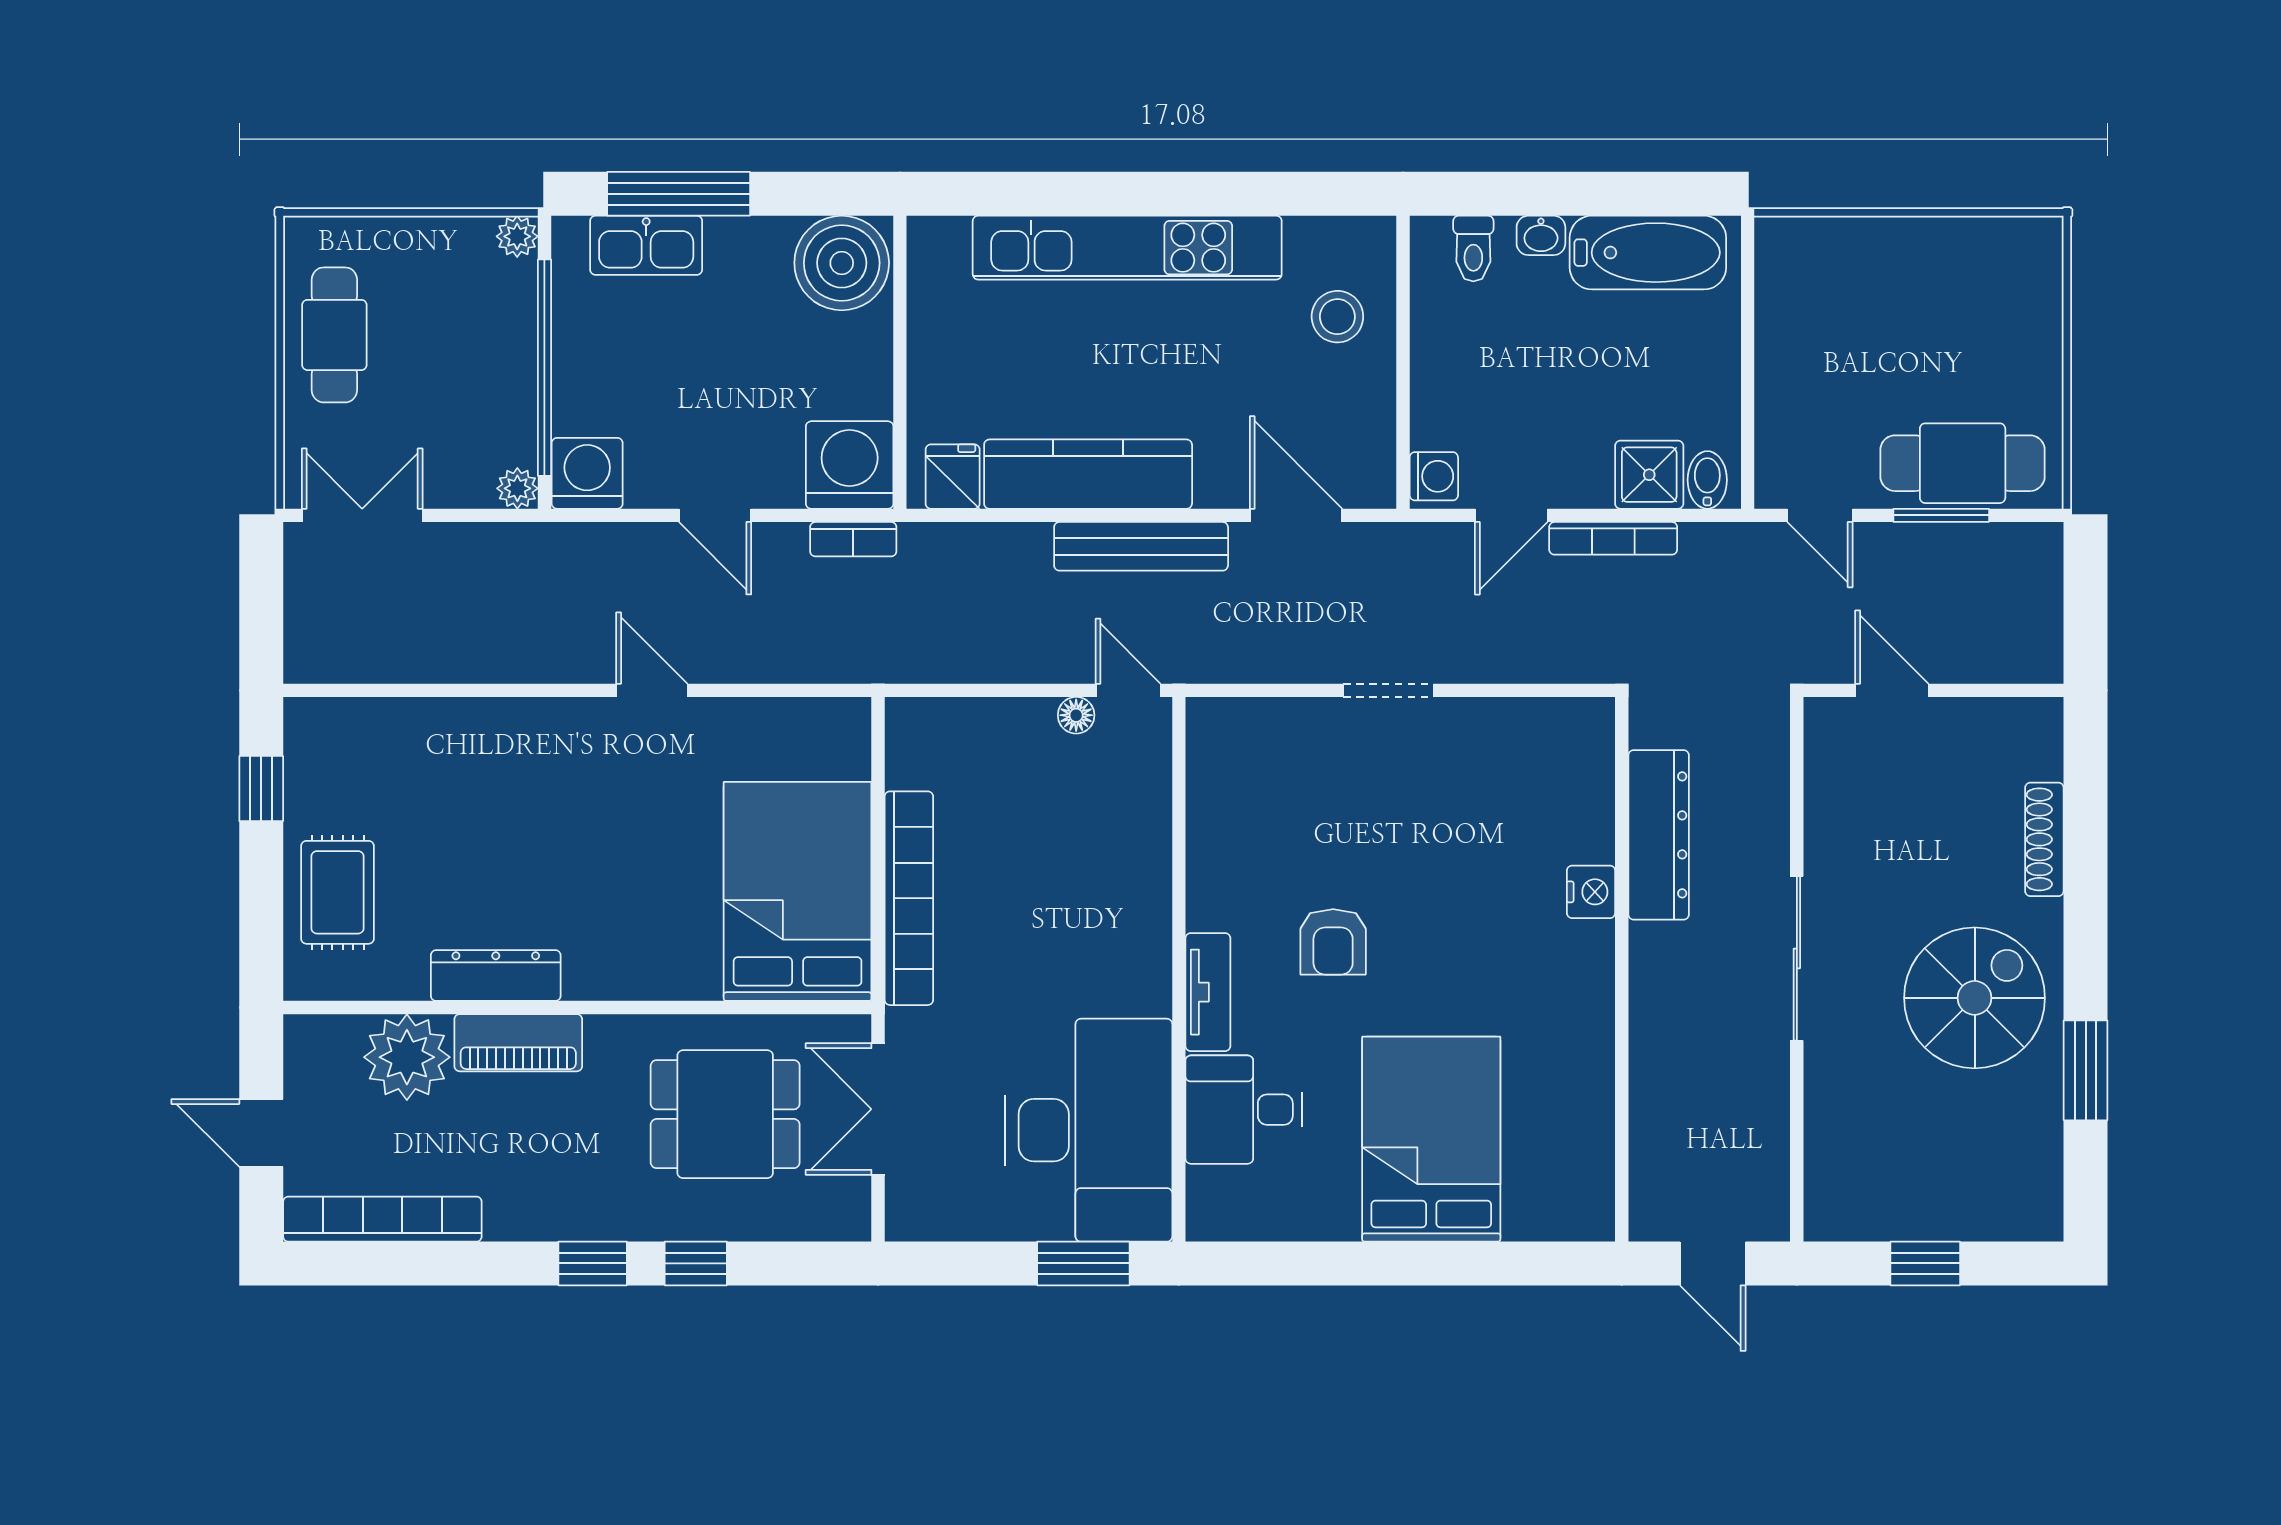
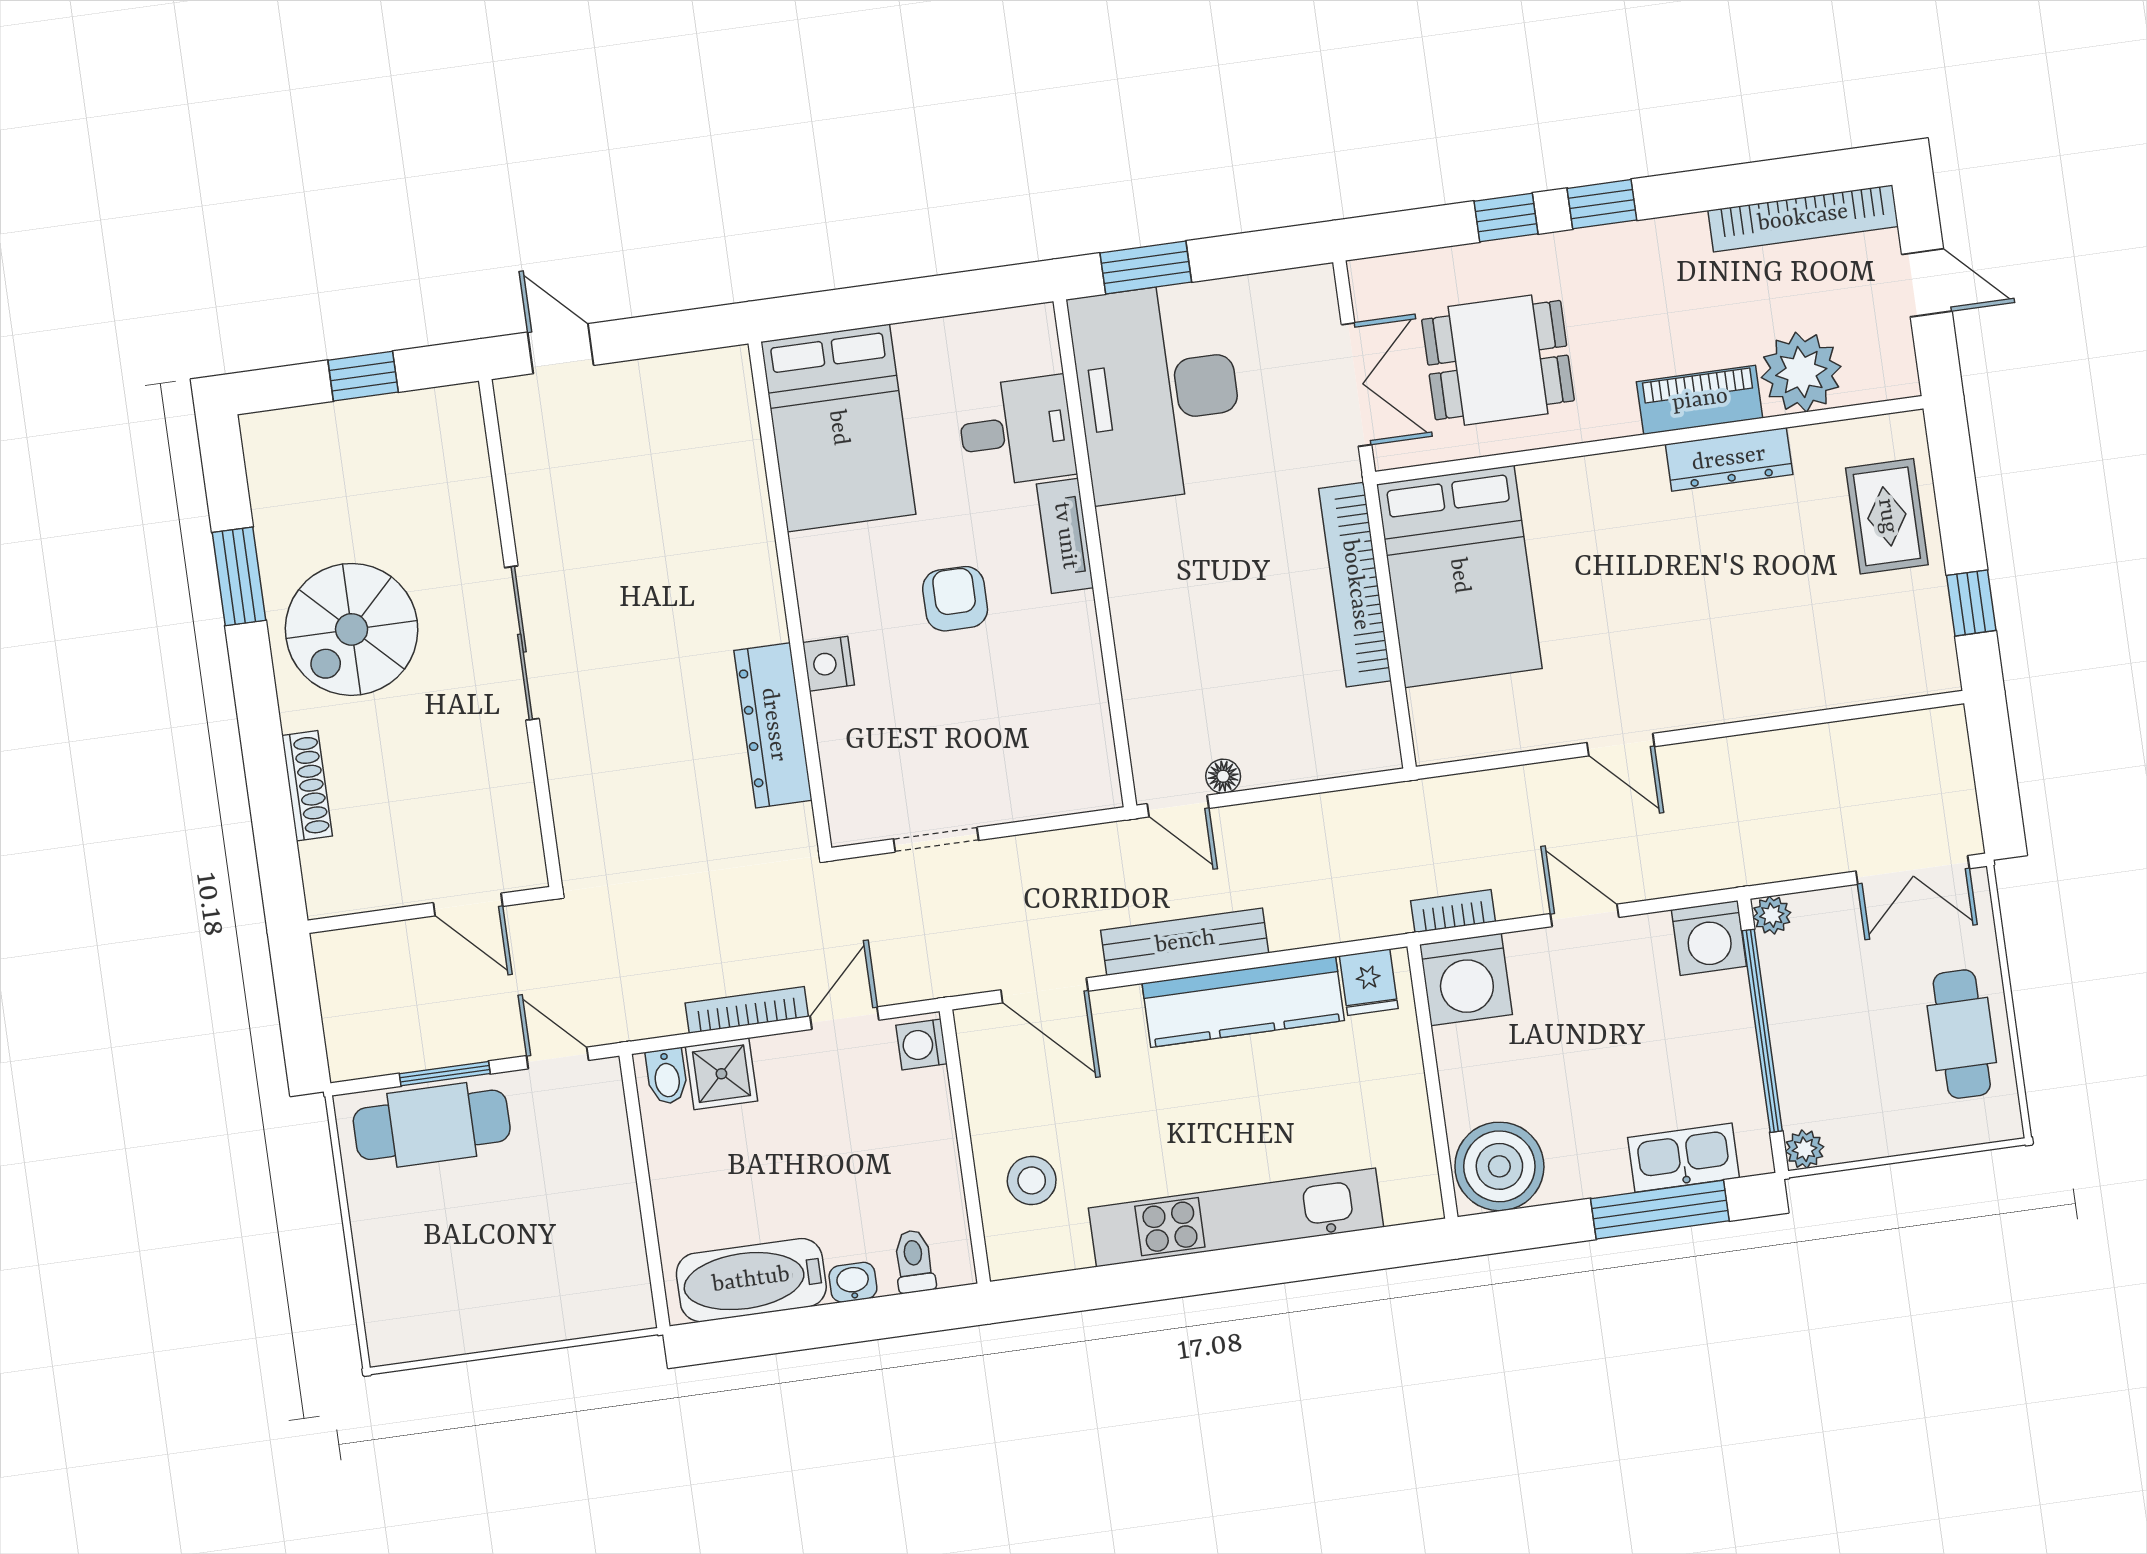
dresser: (1659, 835) -> (773, 725), moved
nightstand: (1591, 892) -> (828, 664), moved
wall: (1622, 969) -> (790, 596), moved

